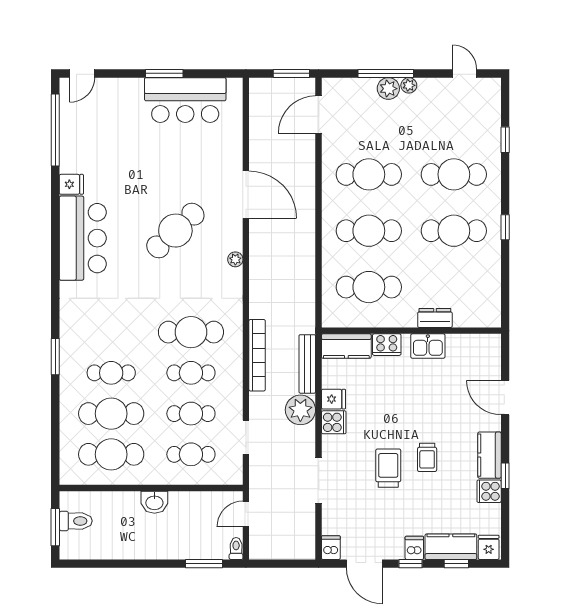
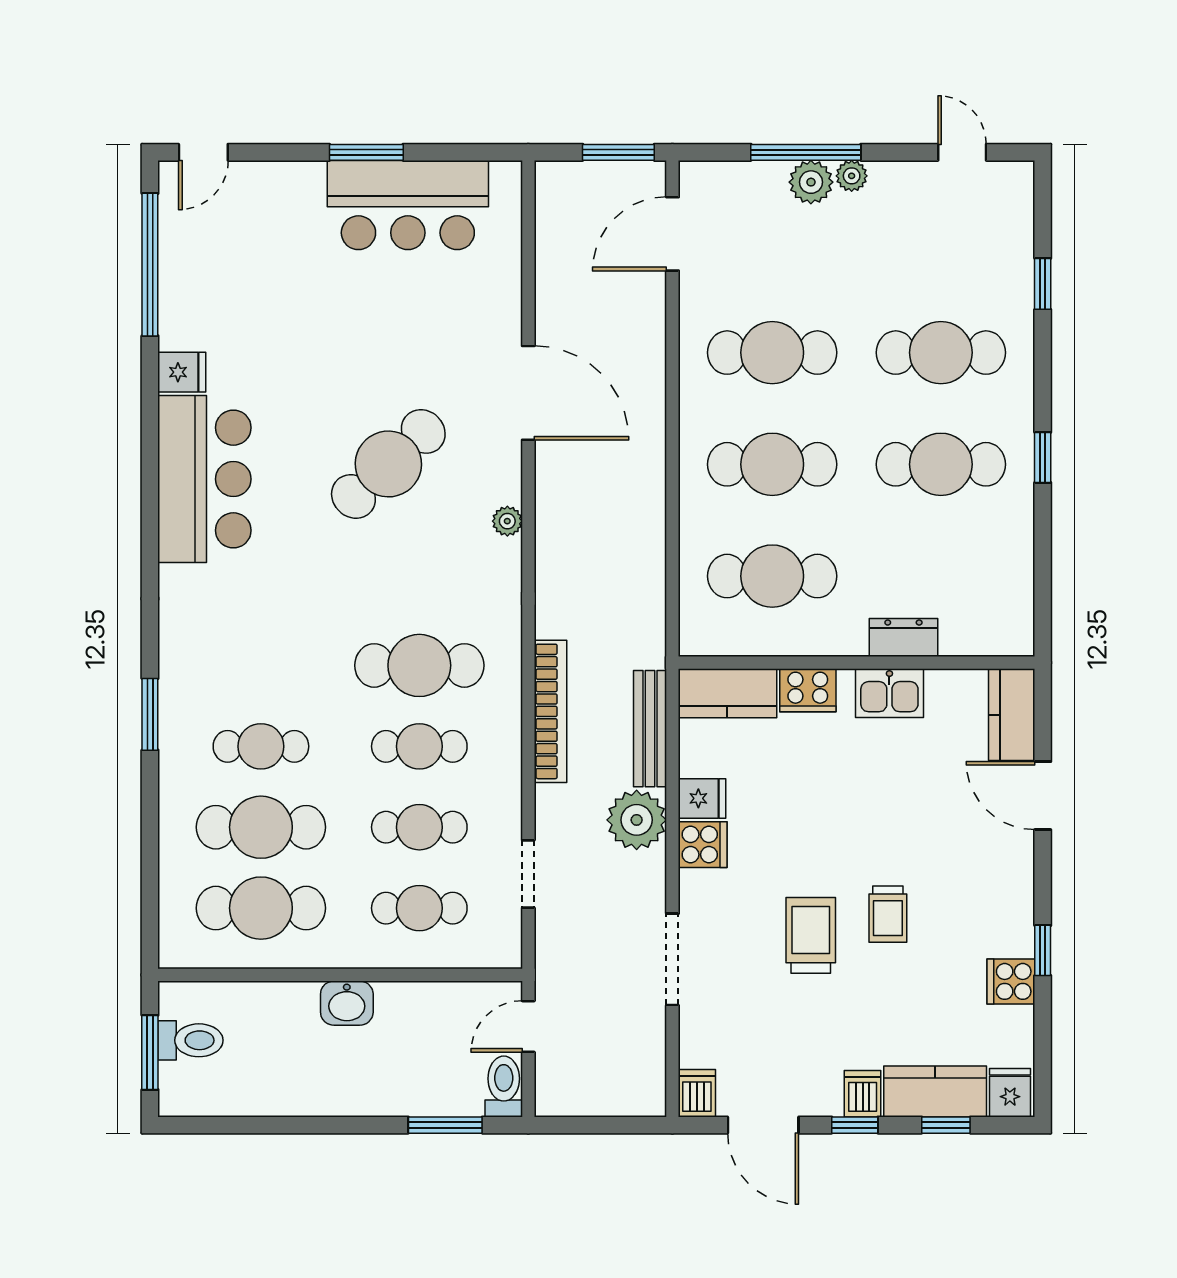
kitchen counter: (489, 455) -> (1012, 715), moved
toilet: (236, 549) -> (504, 1086), width x1.37, depth x1.39

